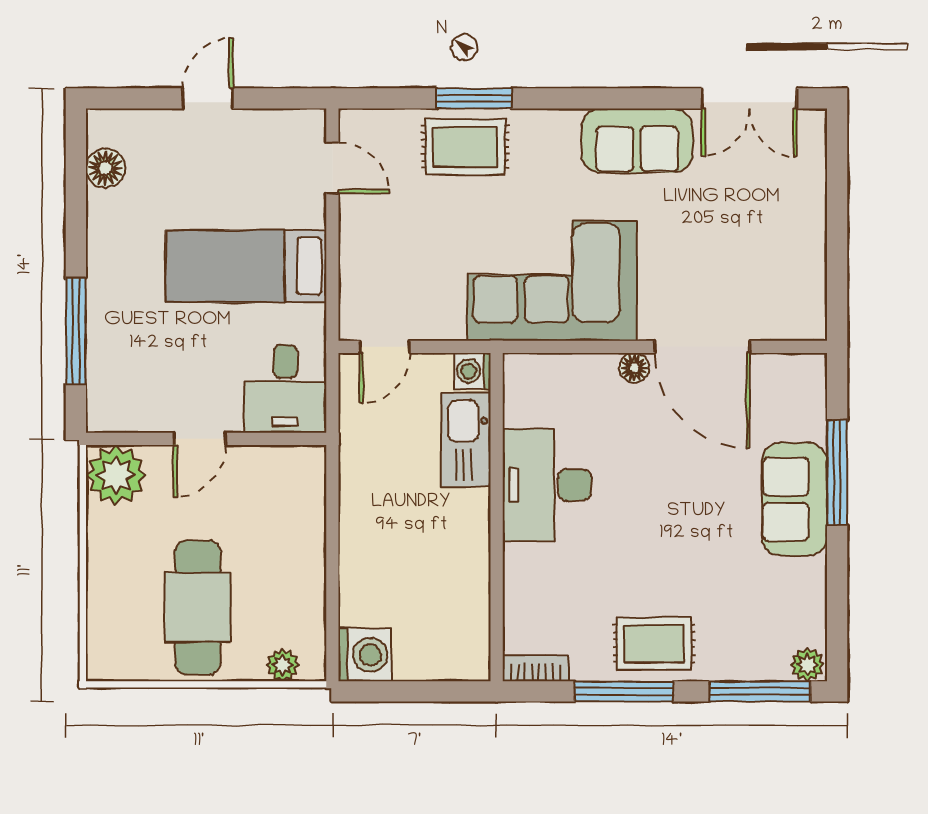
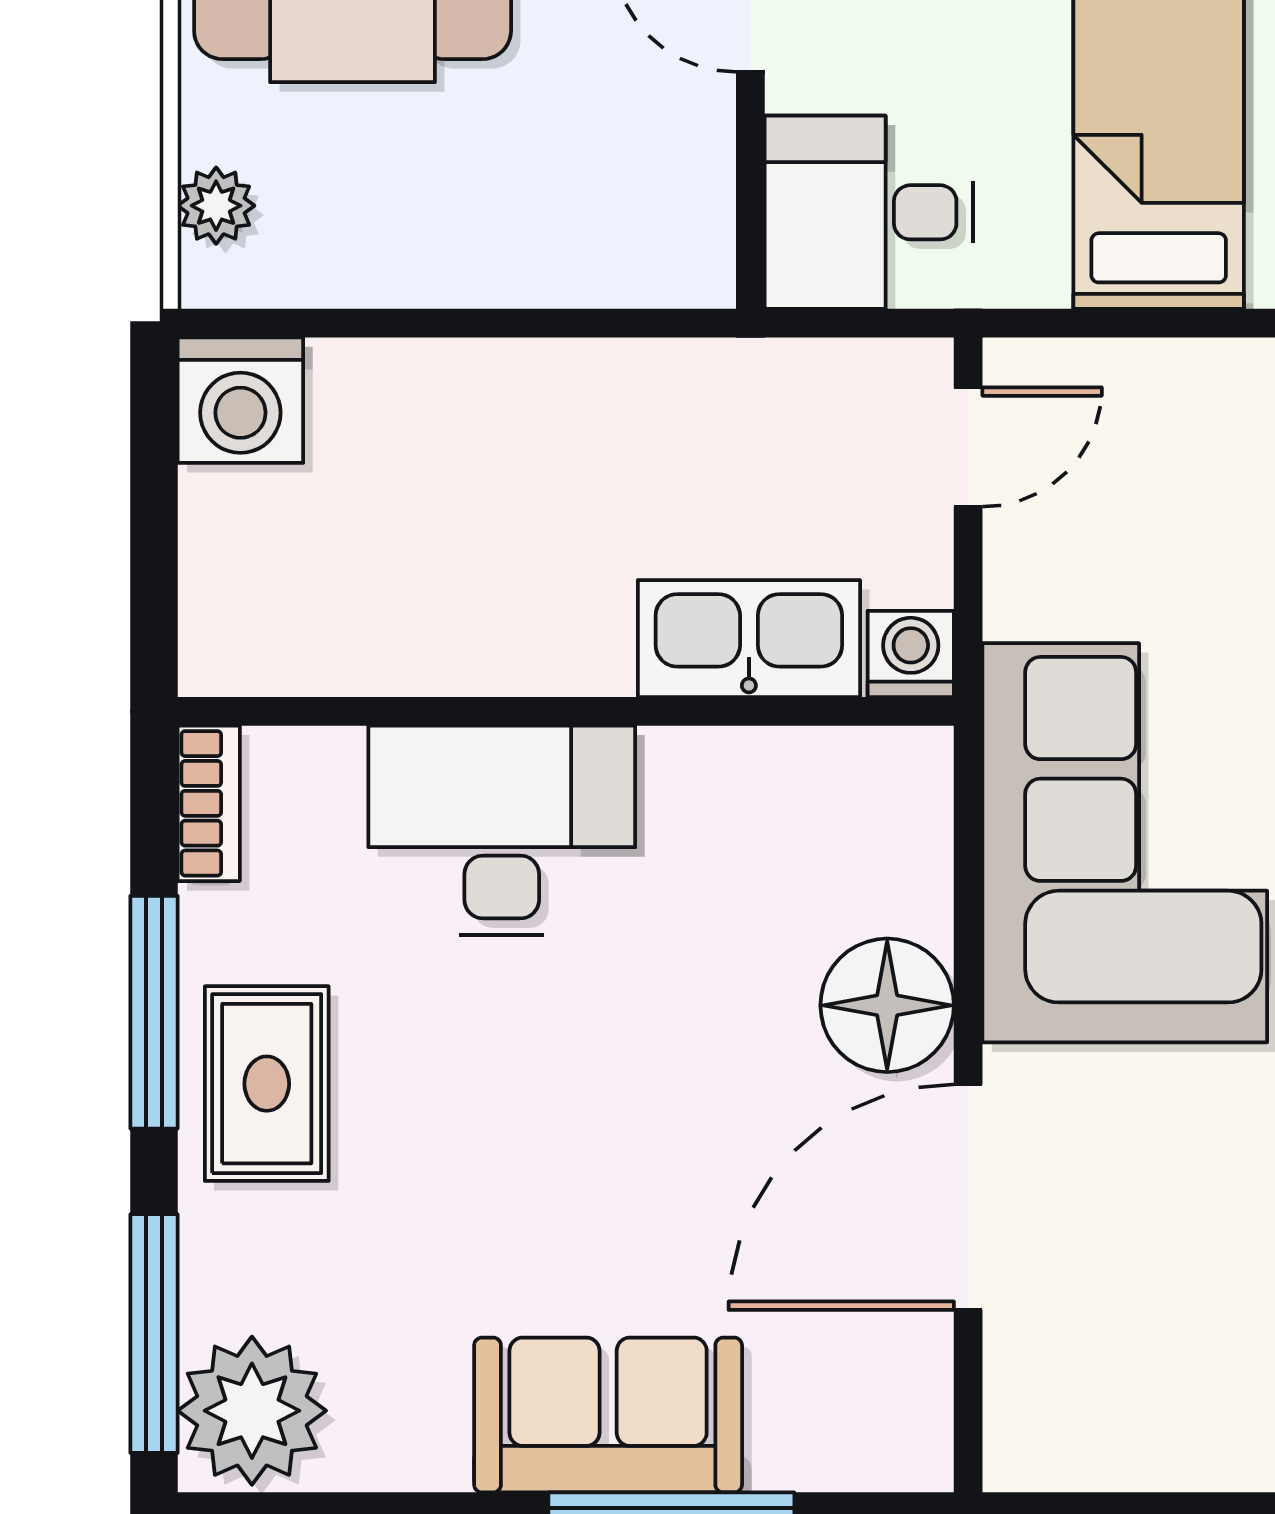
door: (385, 347) -> (968, 447), swing flipped
floor lamp: (634, 368) -> (887, 1005), width x1.89, depth x1.89
desk: (547, 485) -> (502, 830), moved
plant: (807, 665) -> (252, 1411), width x1.87, depth x1.87

